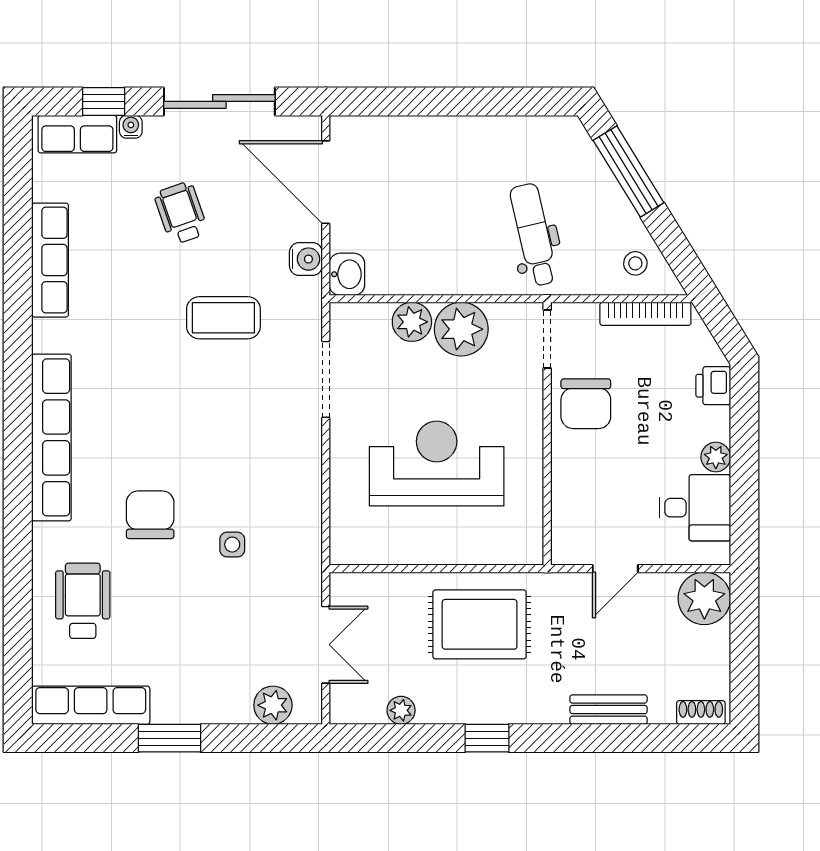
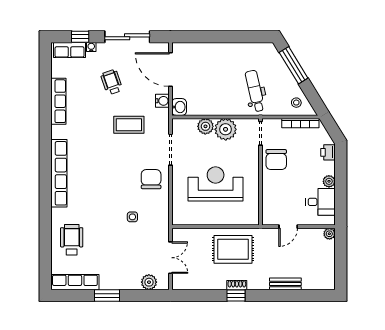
chair: (150, 515) -> (151, 179), moved
plant: (704, 598) -> (329, 234), width x0.53, depth x0.53
plant: (401, 710) -> (201, 284), removed
shoe rack: (701, 712) -> (237, 285), moved

